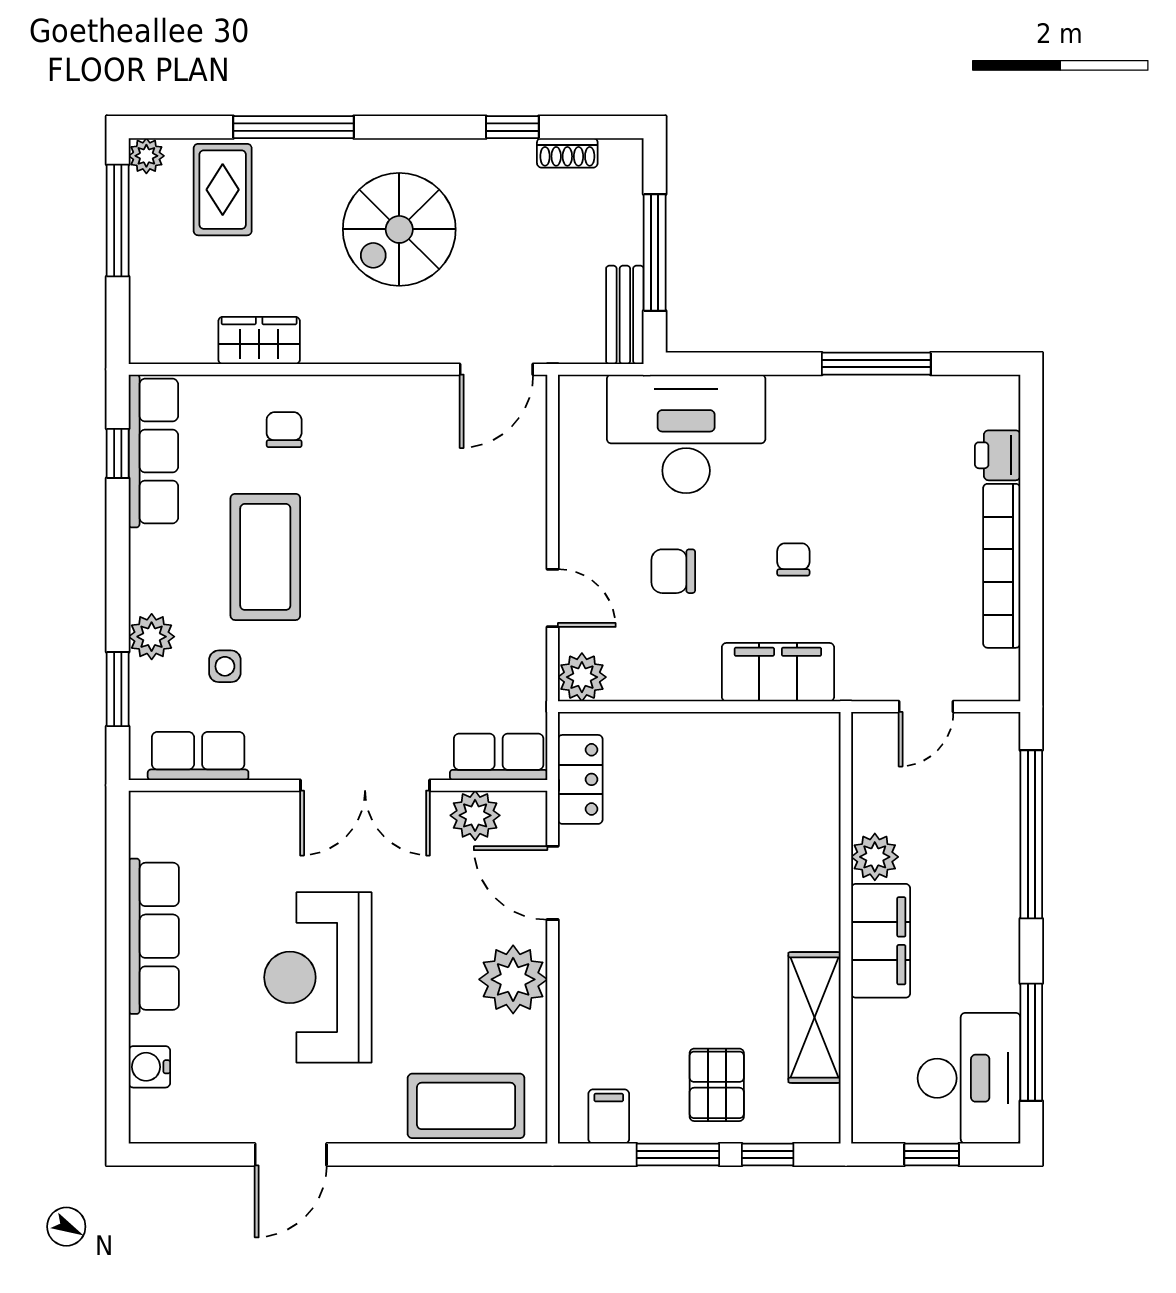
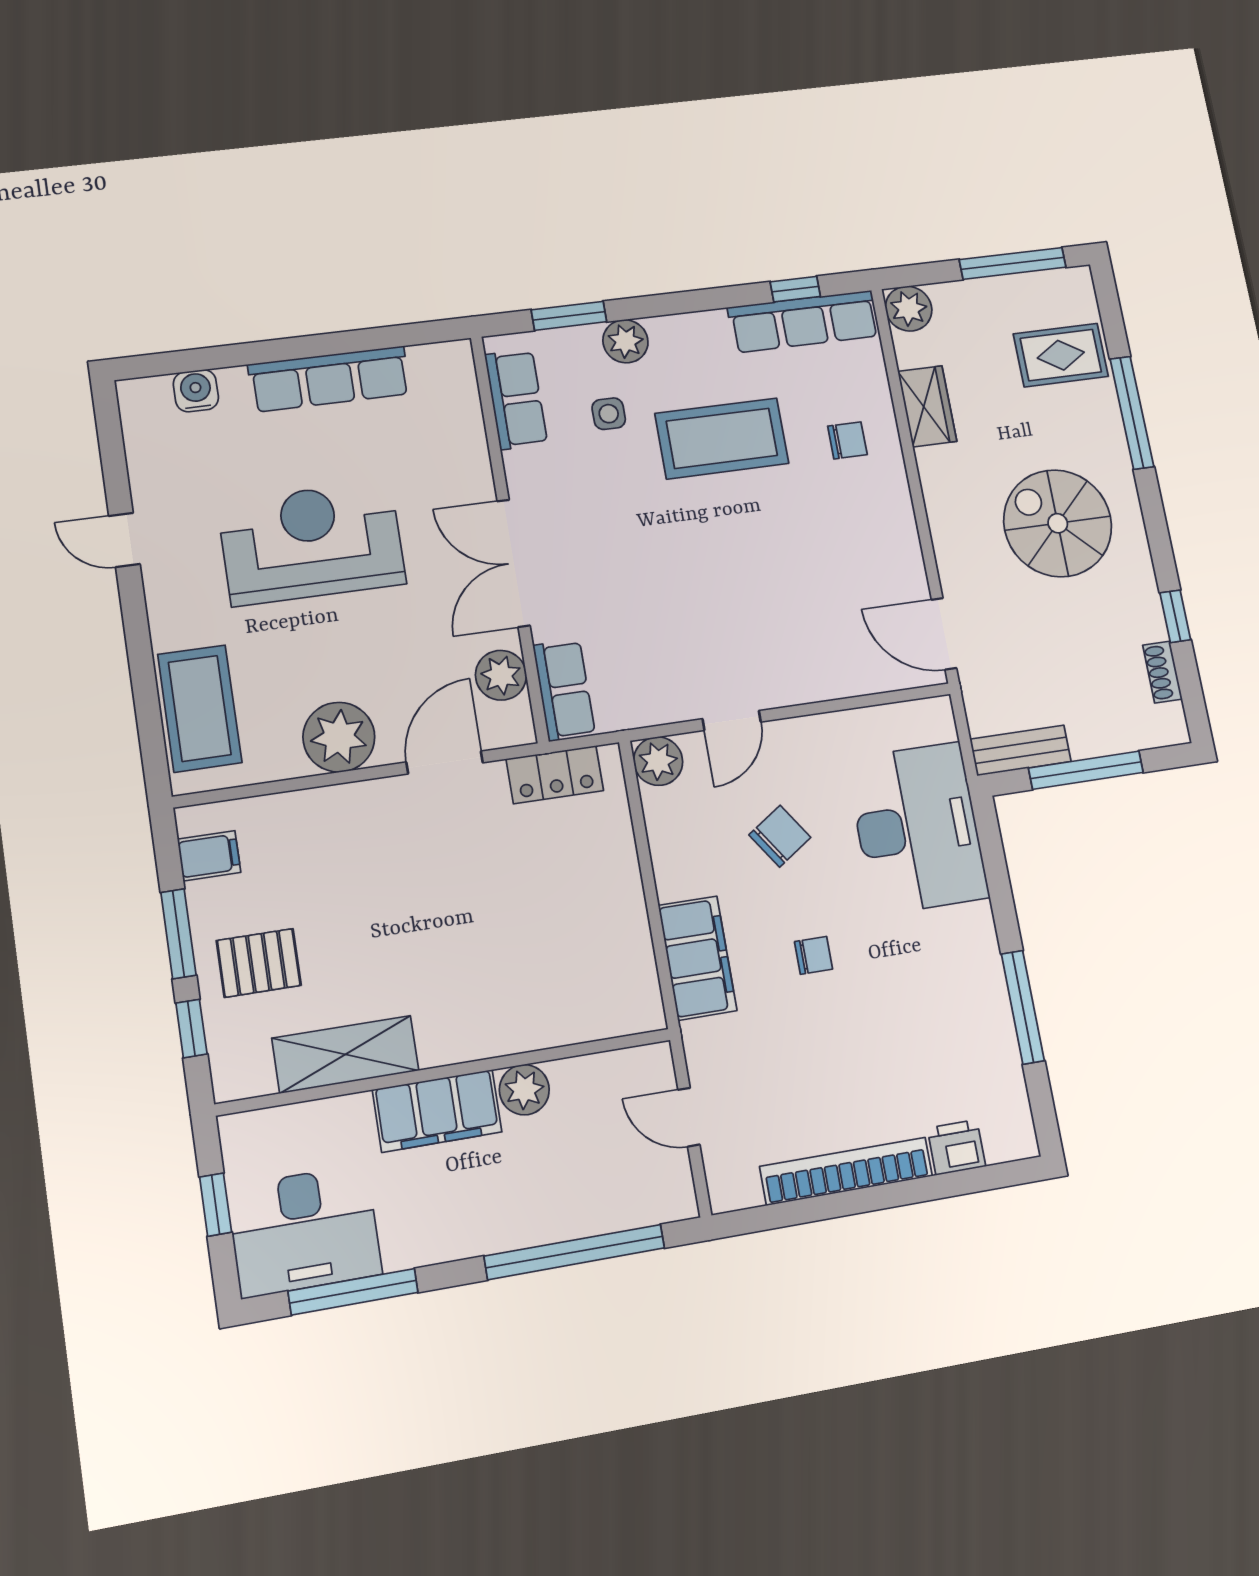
plant: (146, 156) -> (909, 309), moved, width x1.38, depth x1.38
chair: (673, 571) -> (780, 836), turned 56
door: (291, 1155) -> (124, 540), width x0.73

